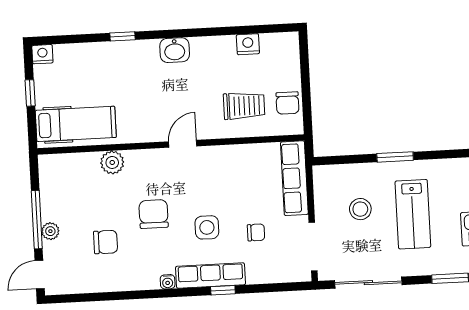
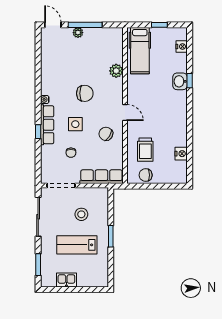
washbasin: (175, 50) -> (180, 81), moved
nightstand: (42, 54) -> (182, 47), moved
chair: (106, 242) -> (106, 134), moved, turned 121

